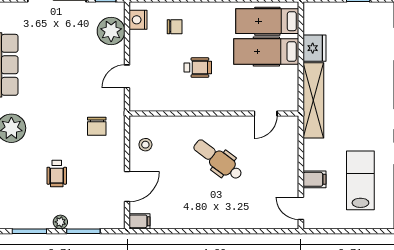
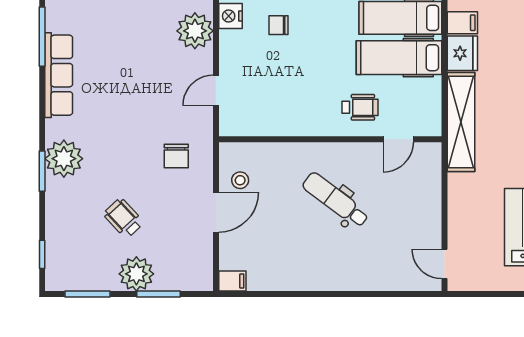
chair: (175, 27) -> (278, 25), turned 180
wheelchair: (198, 68) -> (360, 107), moved
wheelchair: (57, 174) -> (124, 218), turned 137
filing cabinet: (314, 179) -> (462, 23), moved
door: (127, 187) -> (216, 212), moved
plant: (60, 222) -> (136, 274), width x1.87, depth x1.87

